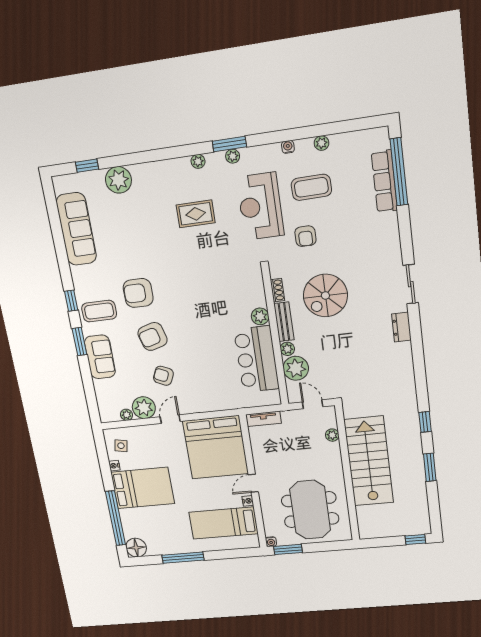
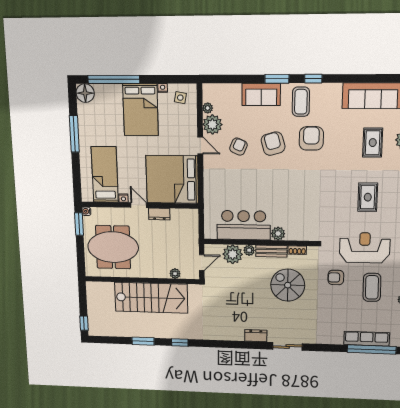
rug: (129, 220) -> (373, 143), added
tv unit: (263, 419) -> (193, 222), removed
dresser: (260, 459) -> (159, 214), added

